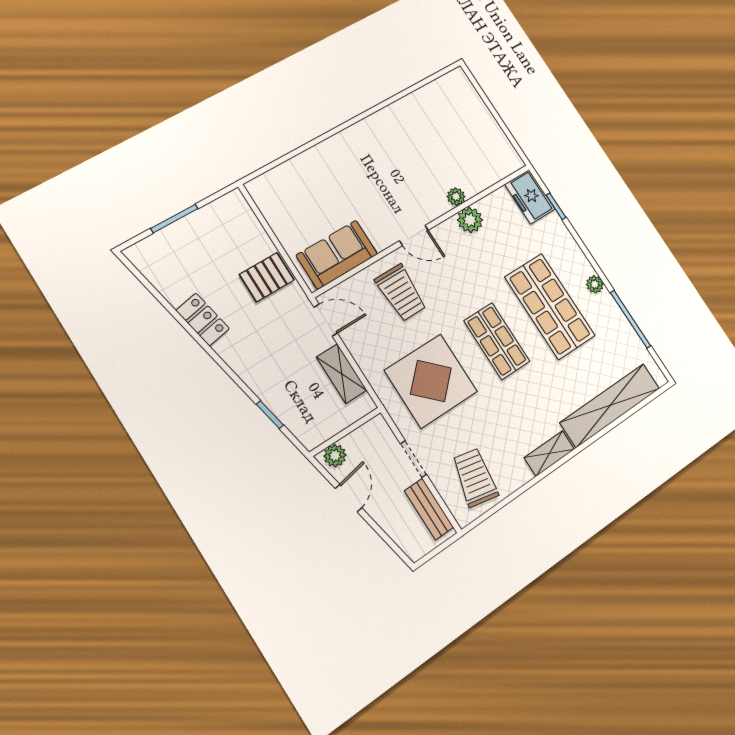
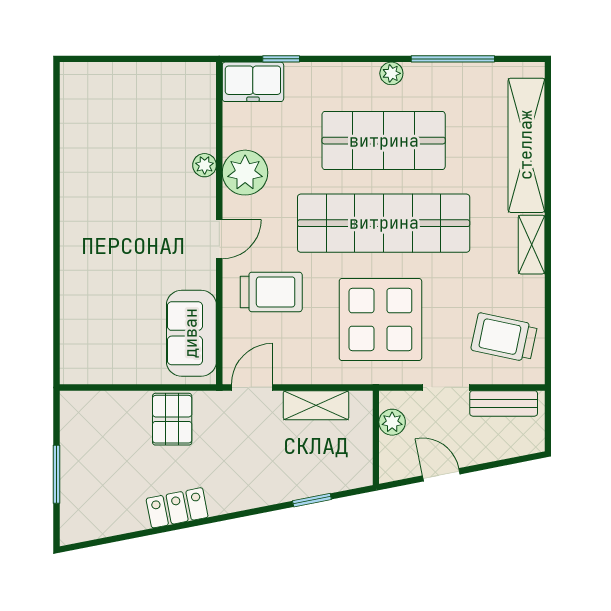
plant: (470, 220) -> (245, 173), width x1.36, depth x1.36
shop shelf: (497, 341) -> (384, 223), width x2.00, depth x1.36
plant: (335, 456) -> (392, 422), moved

